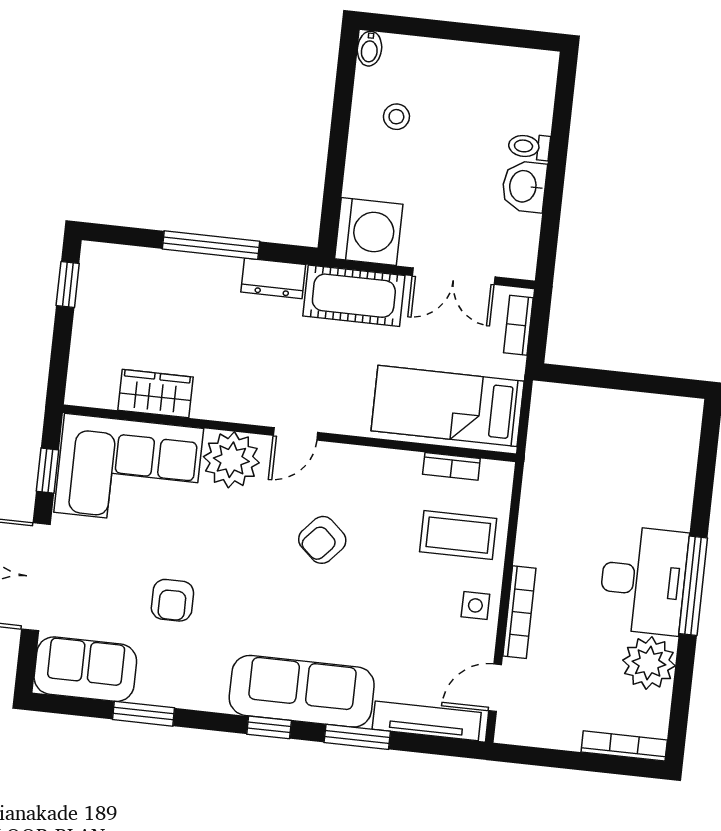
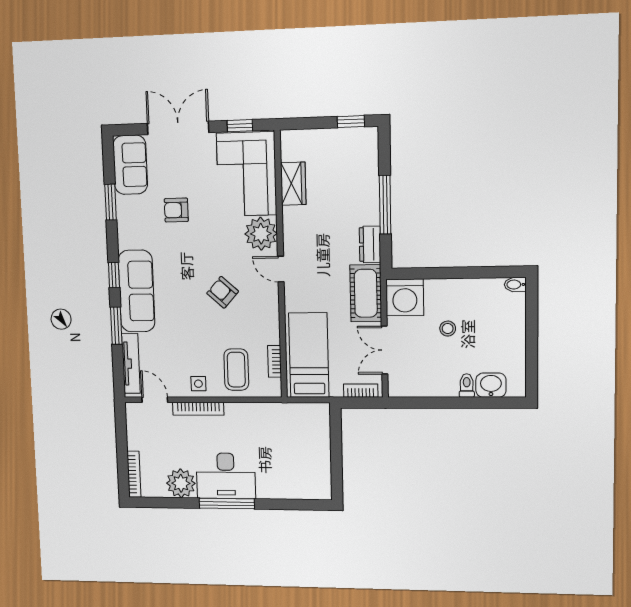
stool: (396, 117) -> (448, 329), moved
washbasin: (524, 186) -> (491, 385), moved

